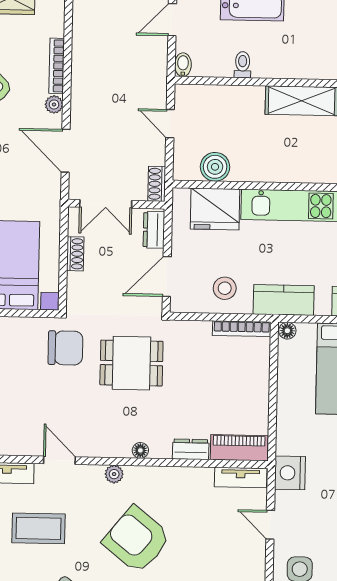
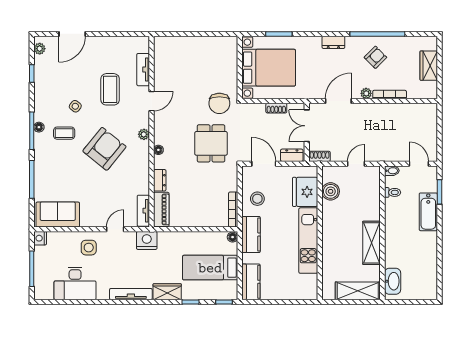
toilet: (243, 65) -> (393, 192), moved

